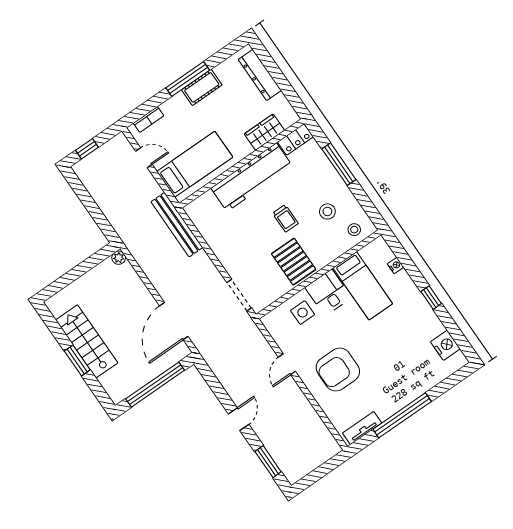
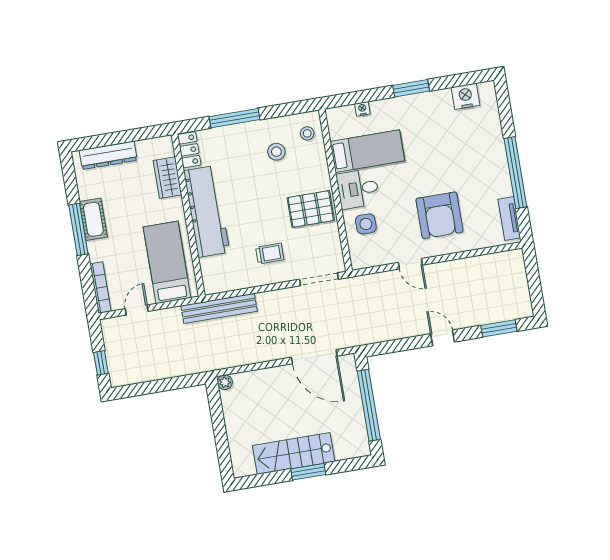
bookcase: (149, 119) -> (101, 288), width x1.56
trolley: (285, 218) -> (270, 254), moved
window: (431, 298) -> (411, 88), width x1.50

